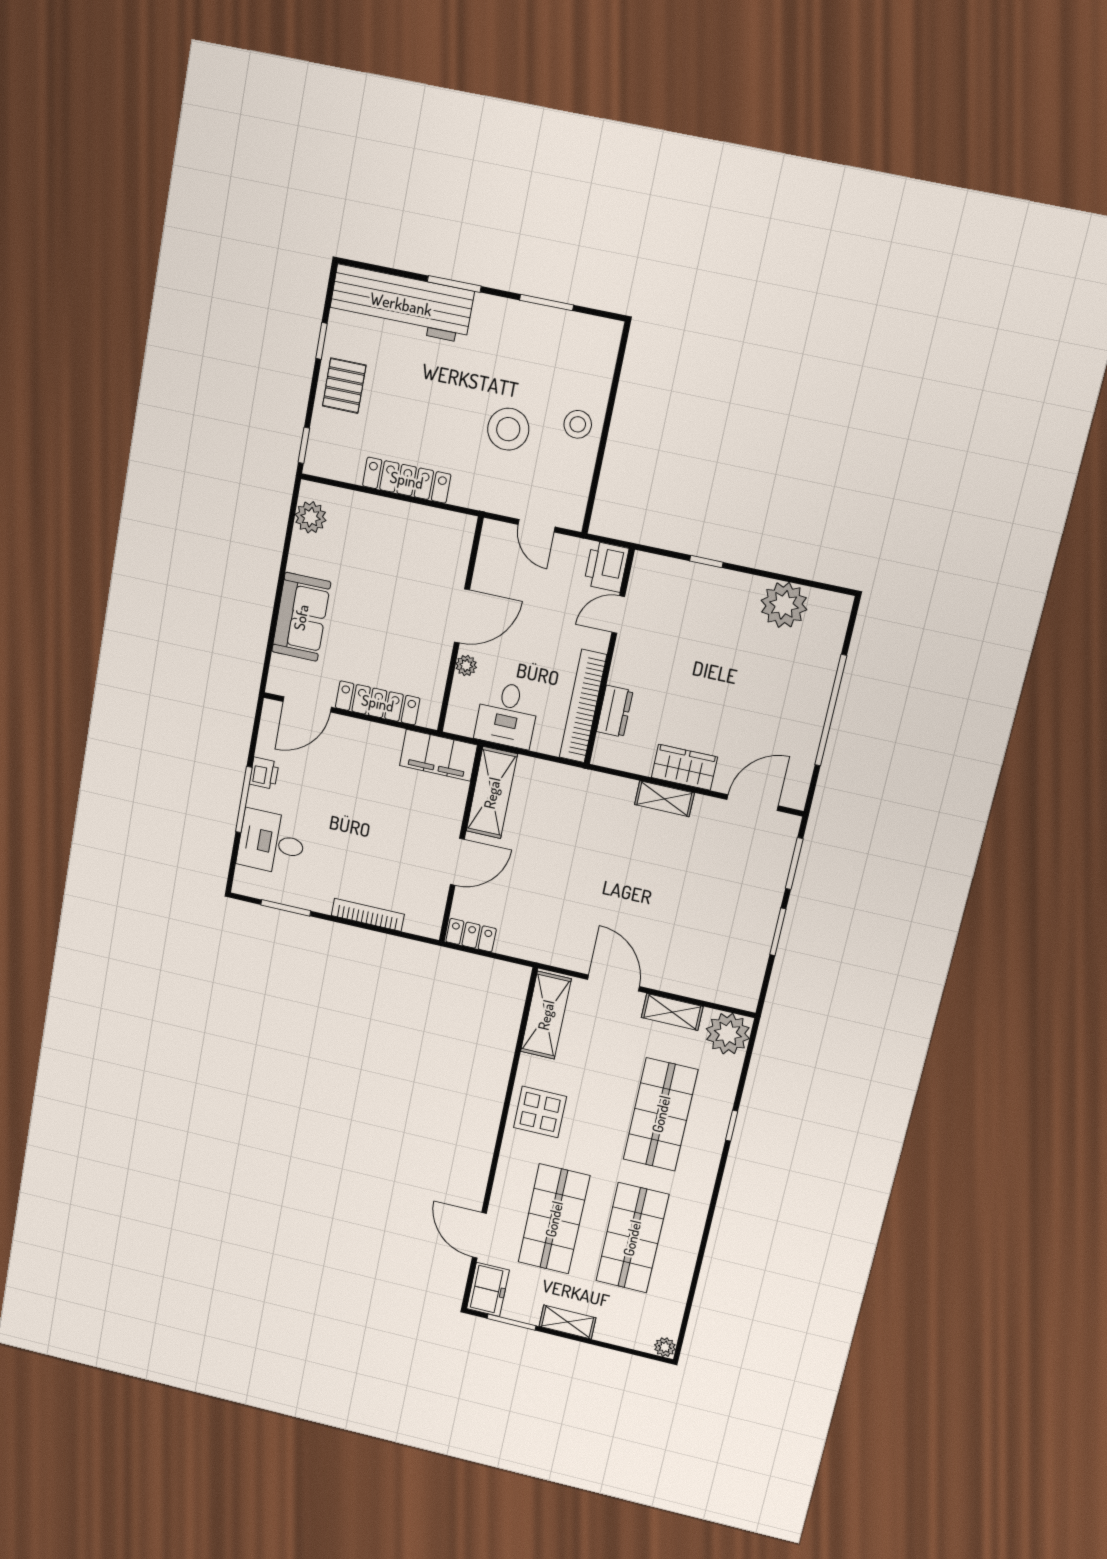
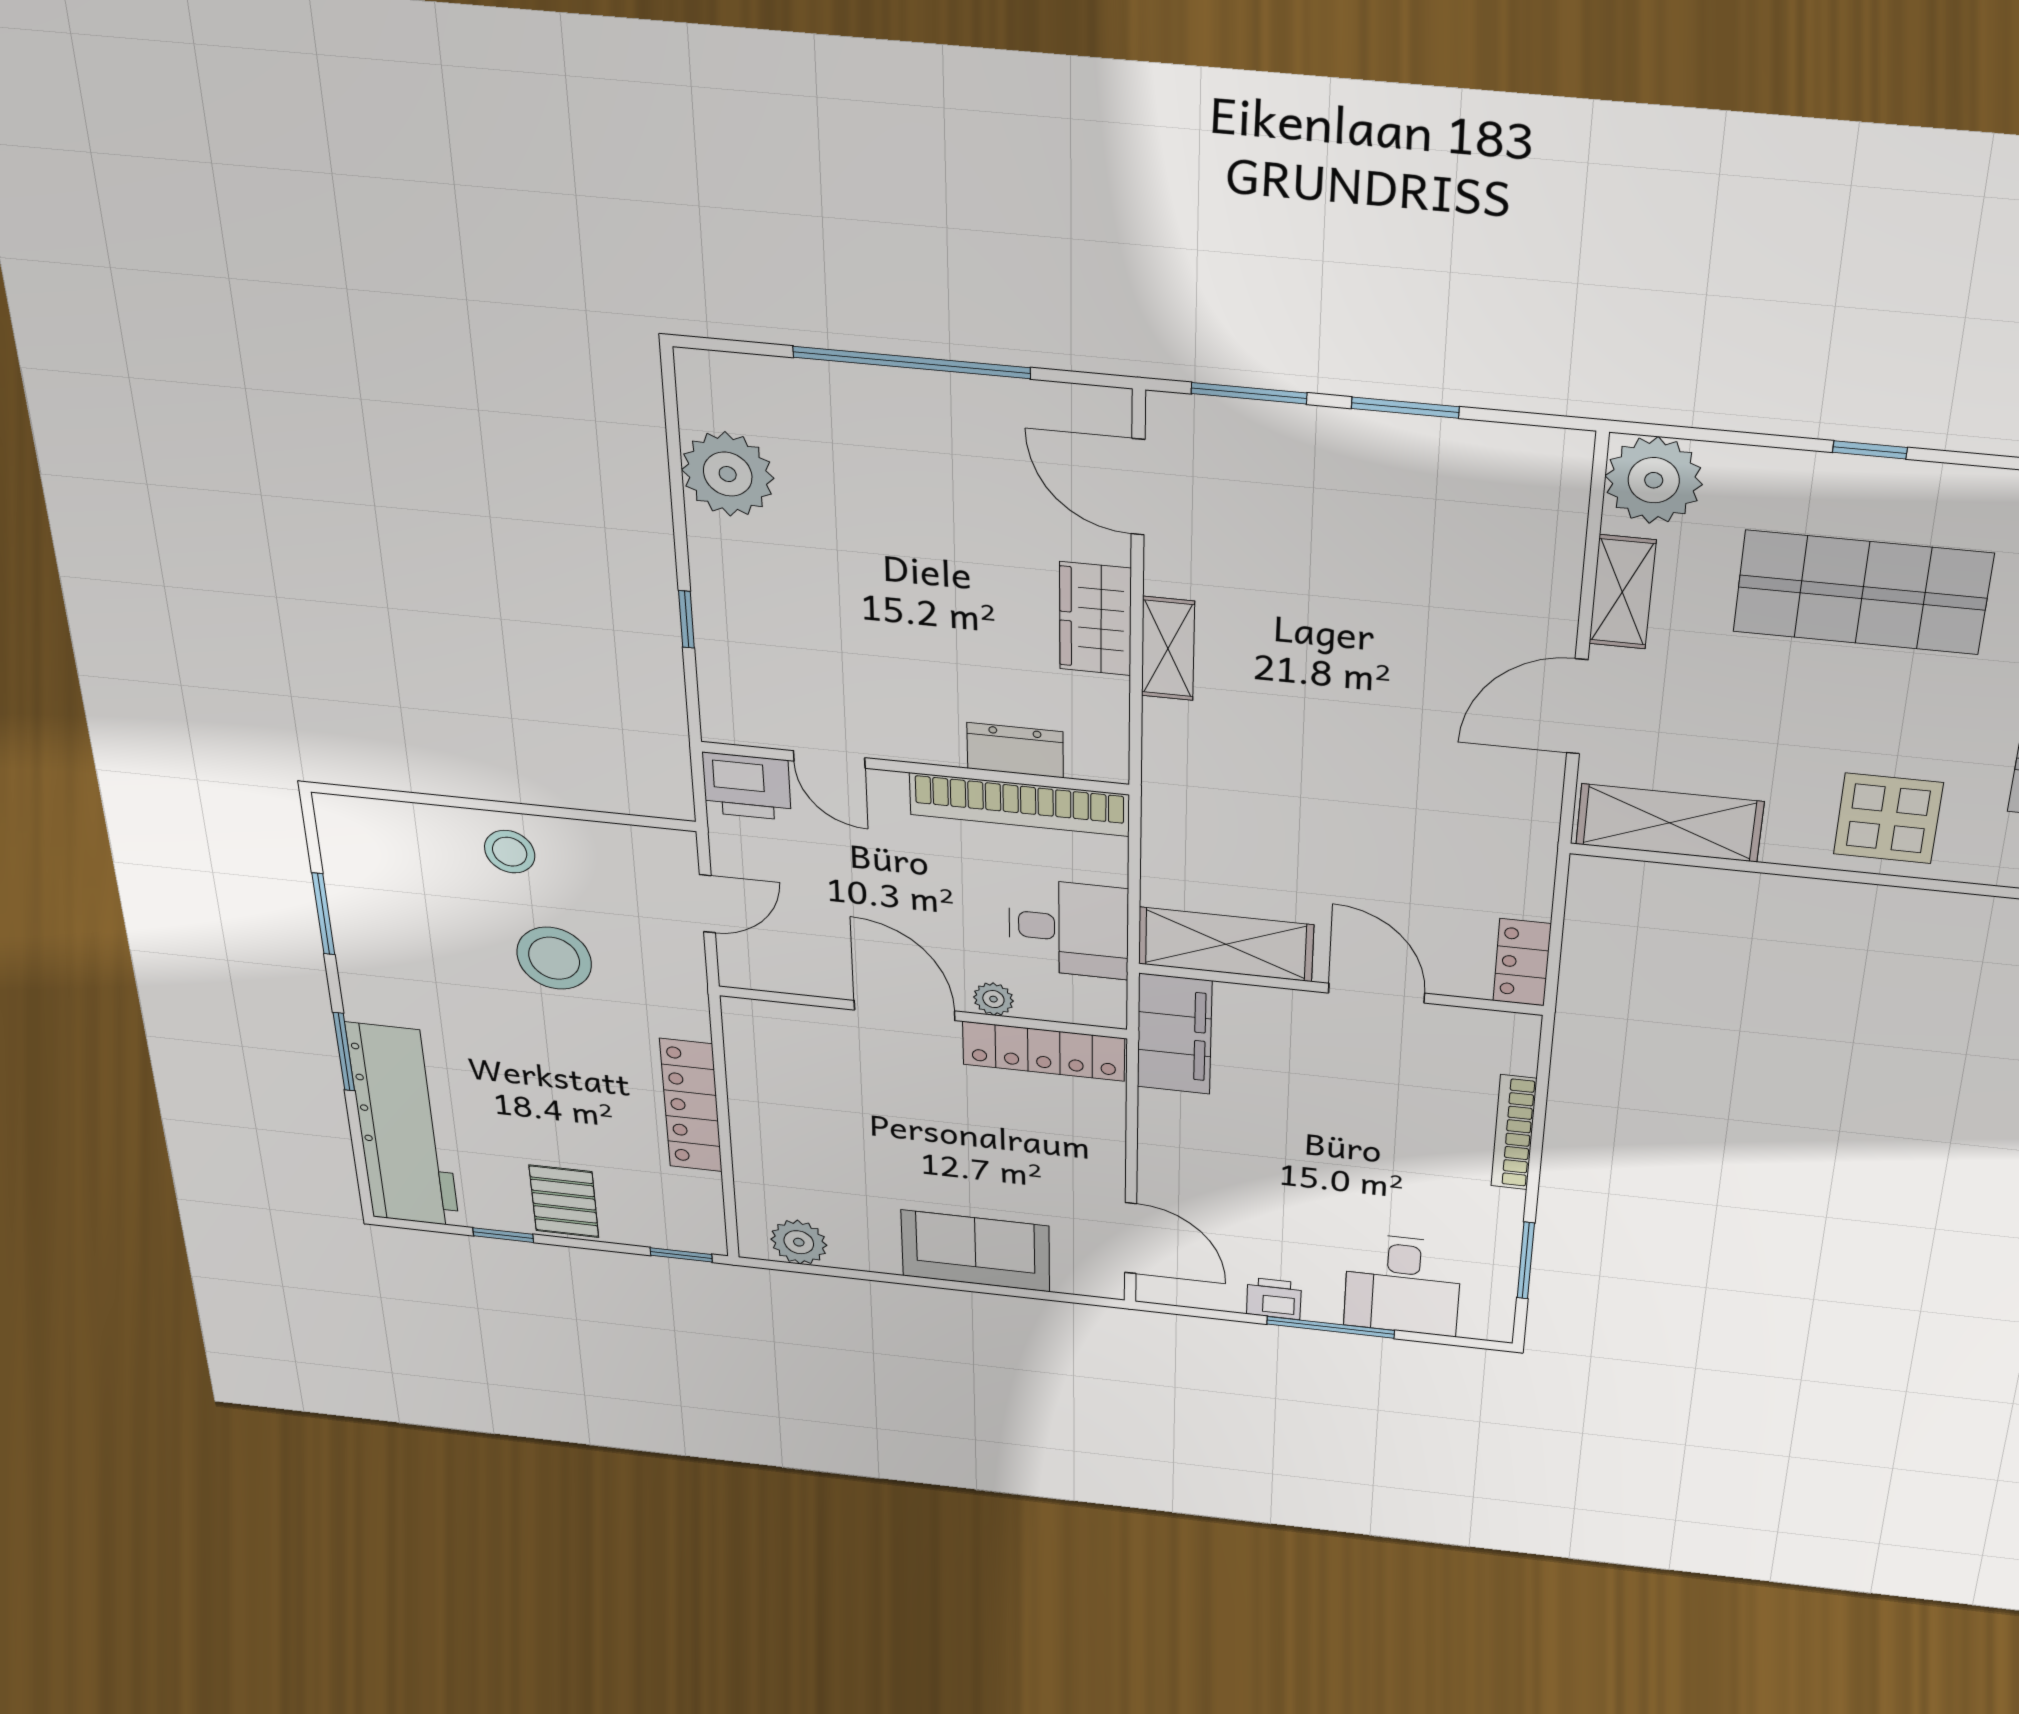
pallet: (344, 386) -> (564, 1201), turned 90
locker: (378, 703) -> (1044, 1051), moved, turned -90

